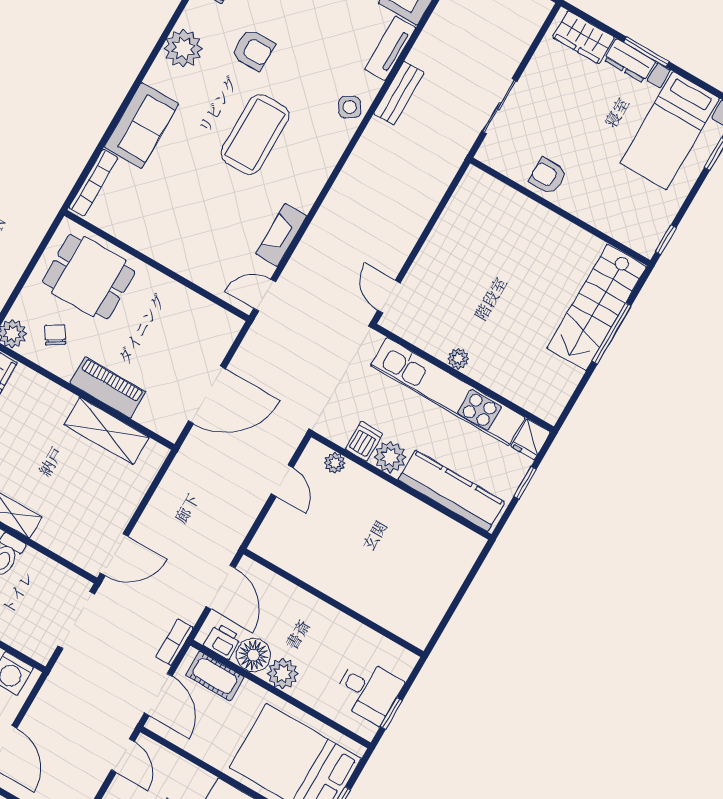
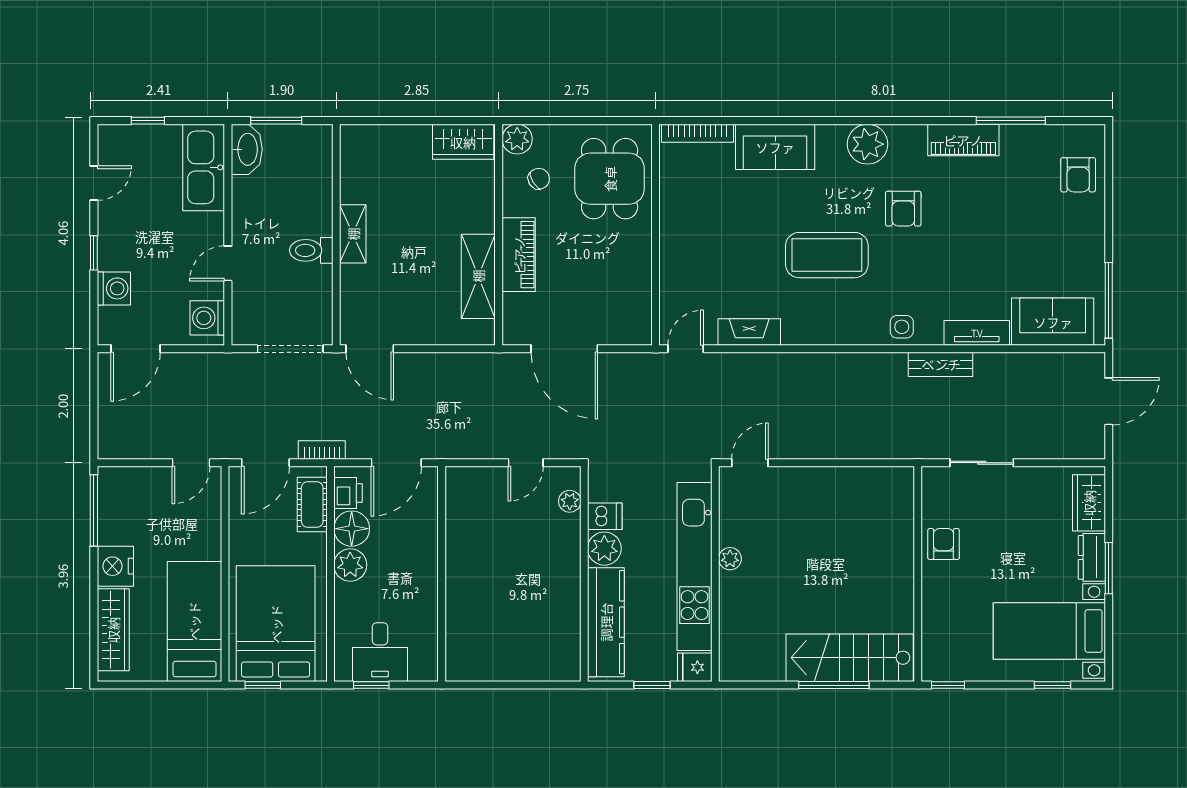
side table: (350, 107) -> (902, 327), turned 31
door: (265, 295) -> (686, 349), hinge flipped

